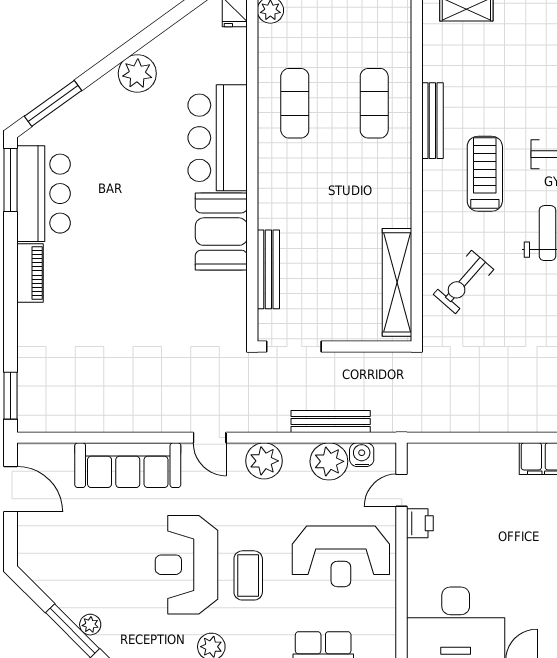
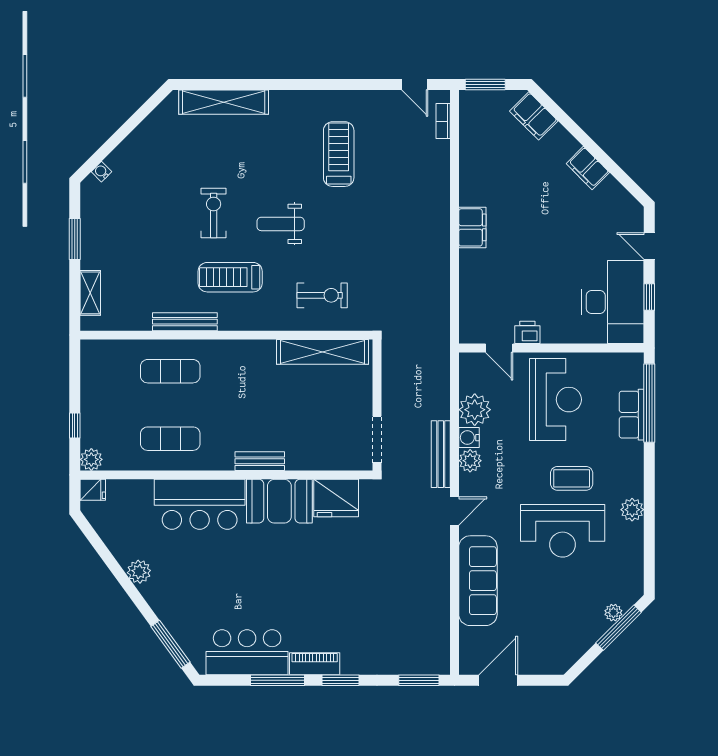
plant: (137, 73) -> (139, 572), width x0.73, depth x0.73
window: (11, 180) -> (277, 680), moved
bench: (268, 269) -> (260, 461), moved, width x0.73
exercise bike: (463, 282) -> (322, 295), turned -41
fridge: (225, 298) -> (336, 498), added
window: (11, 304) -> (341, 680), added
bench: (331, 421) -> (441, 454), moved
water cooler: (362, 455) -> (469, 438), moved
plant: (264, 461) -> (470, 461), width x0.73, depth x0.73

